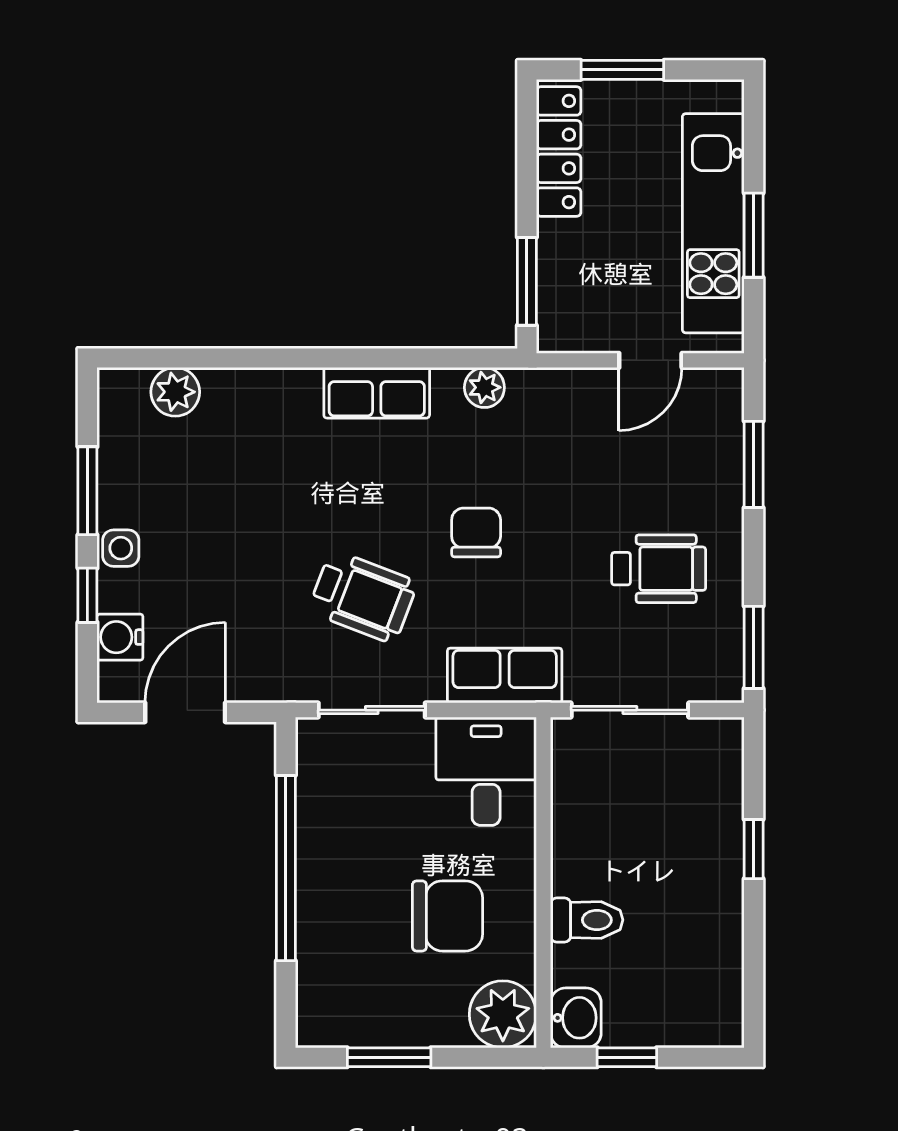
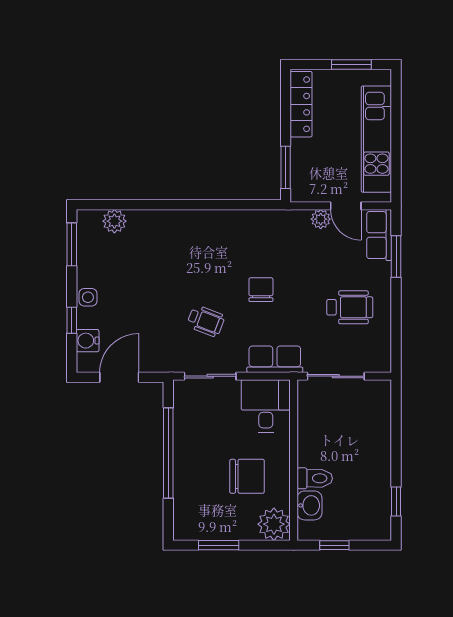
window: (622, 70) -> (351, 64), moved
window: (754, 235) -> (396, 145), removed
door: (650, 360) -> (346, 206), hinge flipped
plant: (484, 387) -> (321, 219), moved
row of seats: (377, 393) -> (379, 235), moved, turned 90
window: (87, 491) -> (72, 244), moved
wheelchair: (363, 597) -> (206, 321), width x0.73, depth x0.73
window: (754, 647) -> (396, 346), removed
window: (754, 849) -> (396, 501), moved
washbasin: (576, 1018) -> (309, 505), moved

